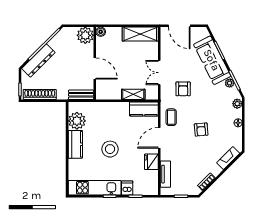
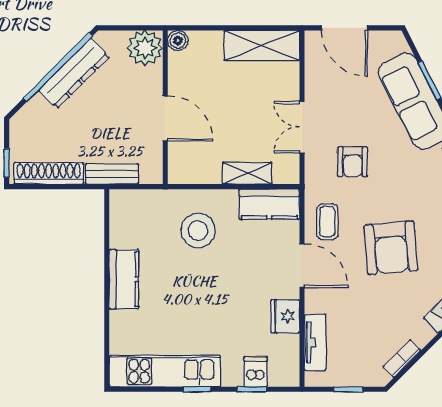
dresser: (38, 61) -> (74, 73), moved
bench: (81, 95) -> (112, 174), moved
plant: (77, 121) -> (127, 229), removed
armchair: (201, 130) -> (391, 248), width x1.88, depth x1.88
door: (159, 138) -> (302, 266), swing flipped
stool: (110, 149) -> (198, 231), moved
dishwasher: (127, 188) -> (256, 372), moved

